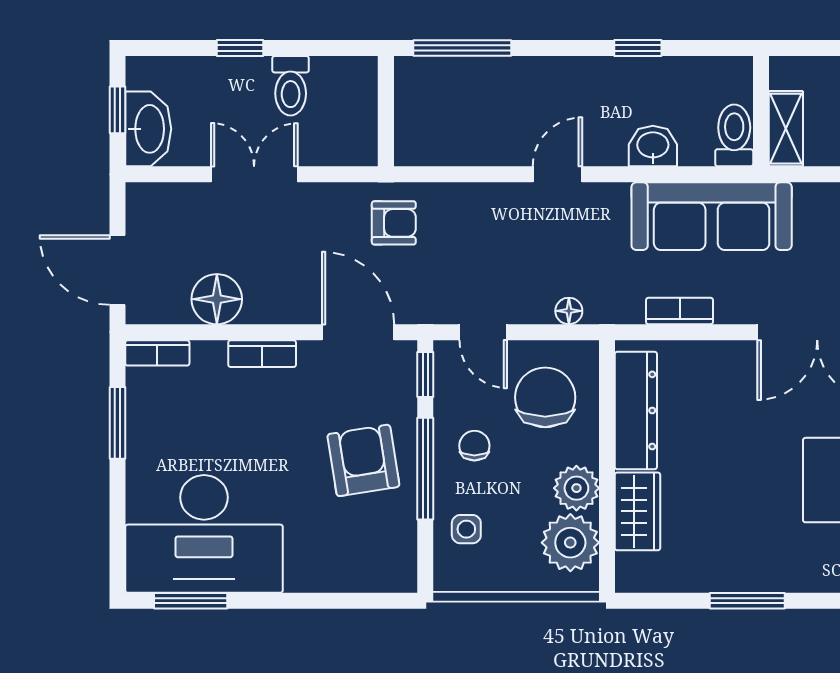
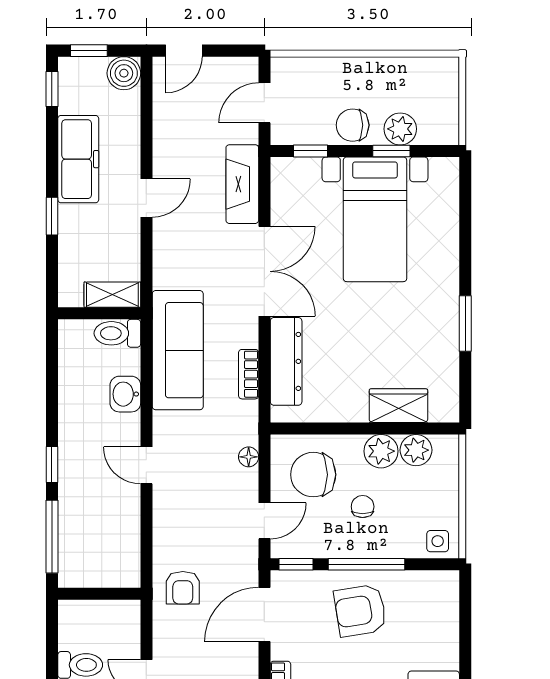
window: (638, 48) -> (52, 464), moved
armchair: (394, 223) -> (183, 588), turned 180
dresser: (636, 410) -> (286, 361), moved, turned 90
chair: (474, 446) -> (363, 507), moved, turned 90
side table: (466, 529) -> (438, 541), moved
plant: (570, 543) -> (416, 450), width x0.73, depth x0.73

